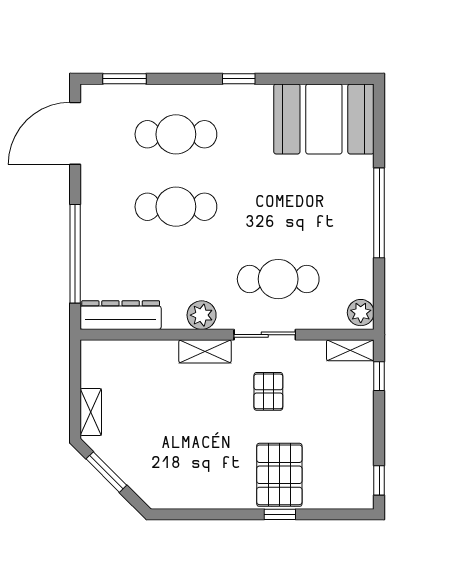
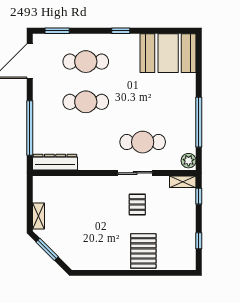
window: (379, 213) -> (199, 122), moved
plant: (202, 315) -> (100, 162), removed
shelving: (205, 351) -> (102, 182), removed
window: (379, 480) -> (199, 241), moved
window: (280, 514) -> (144, 273), removed

